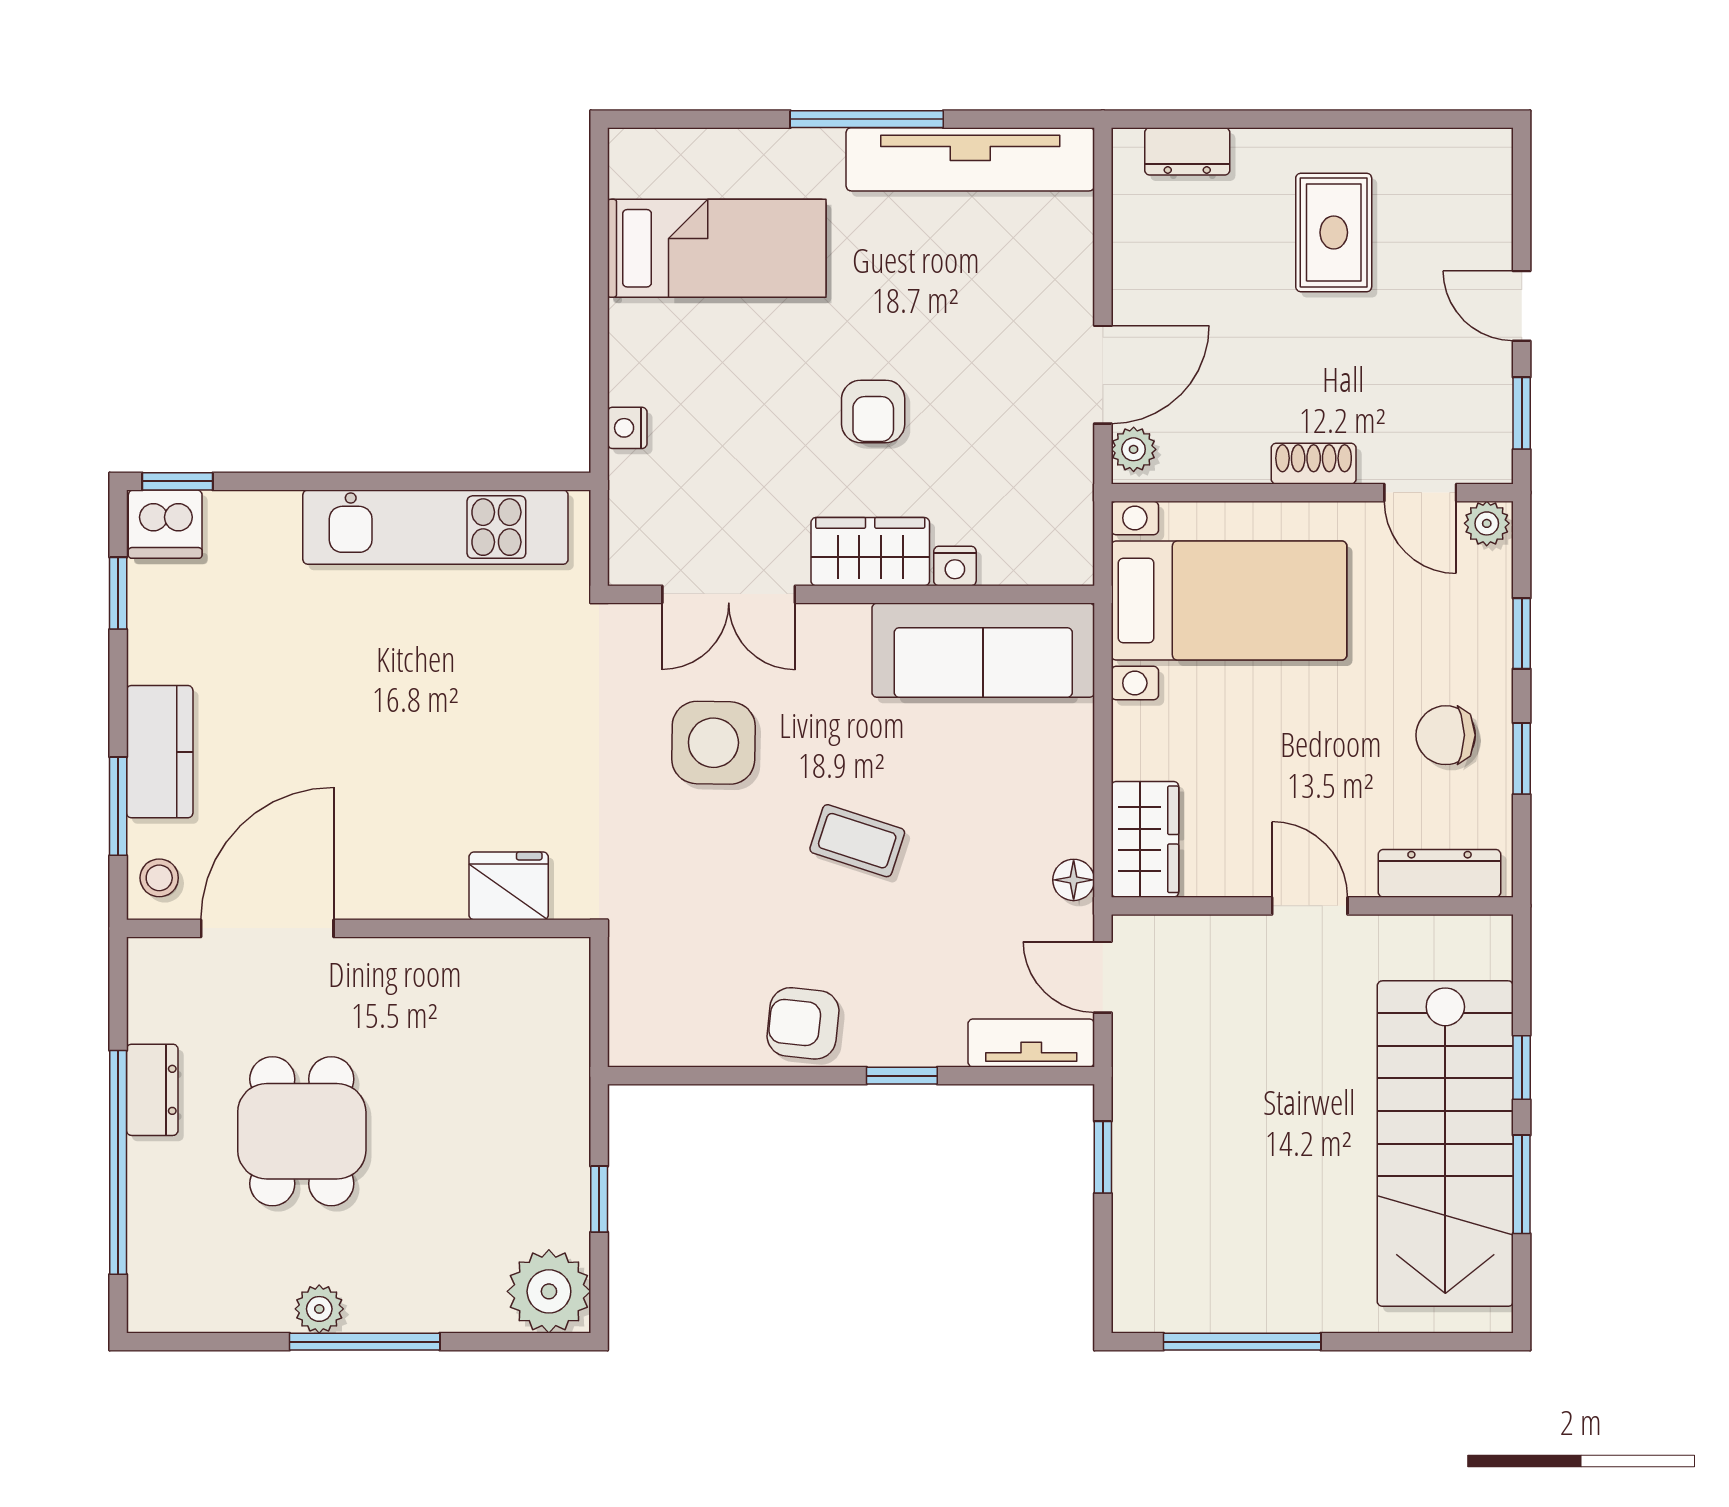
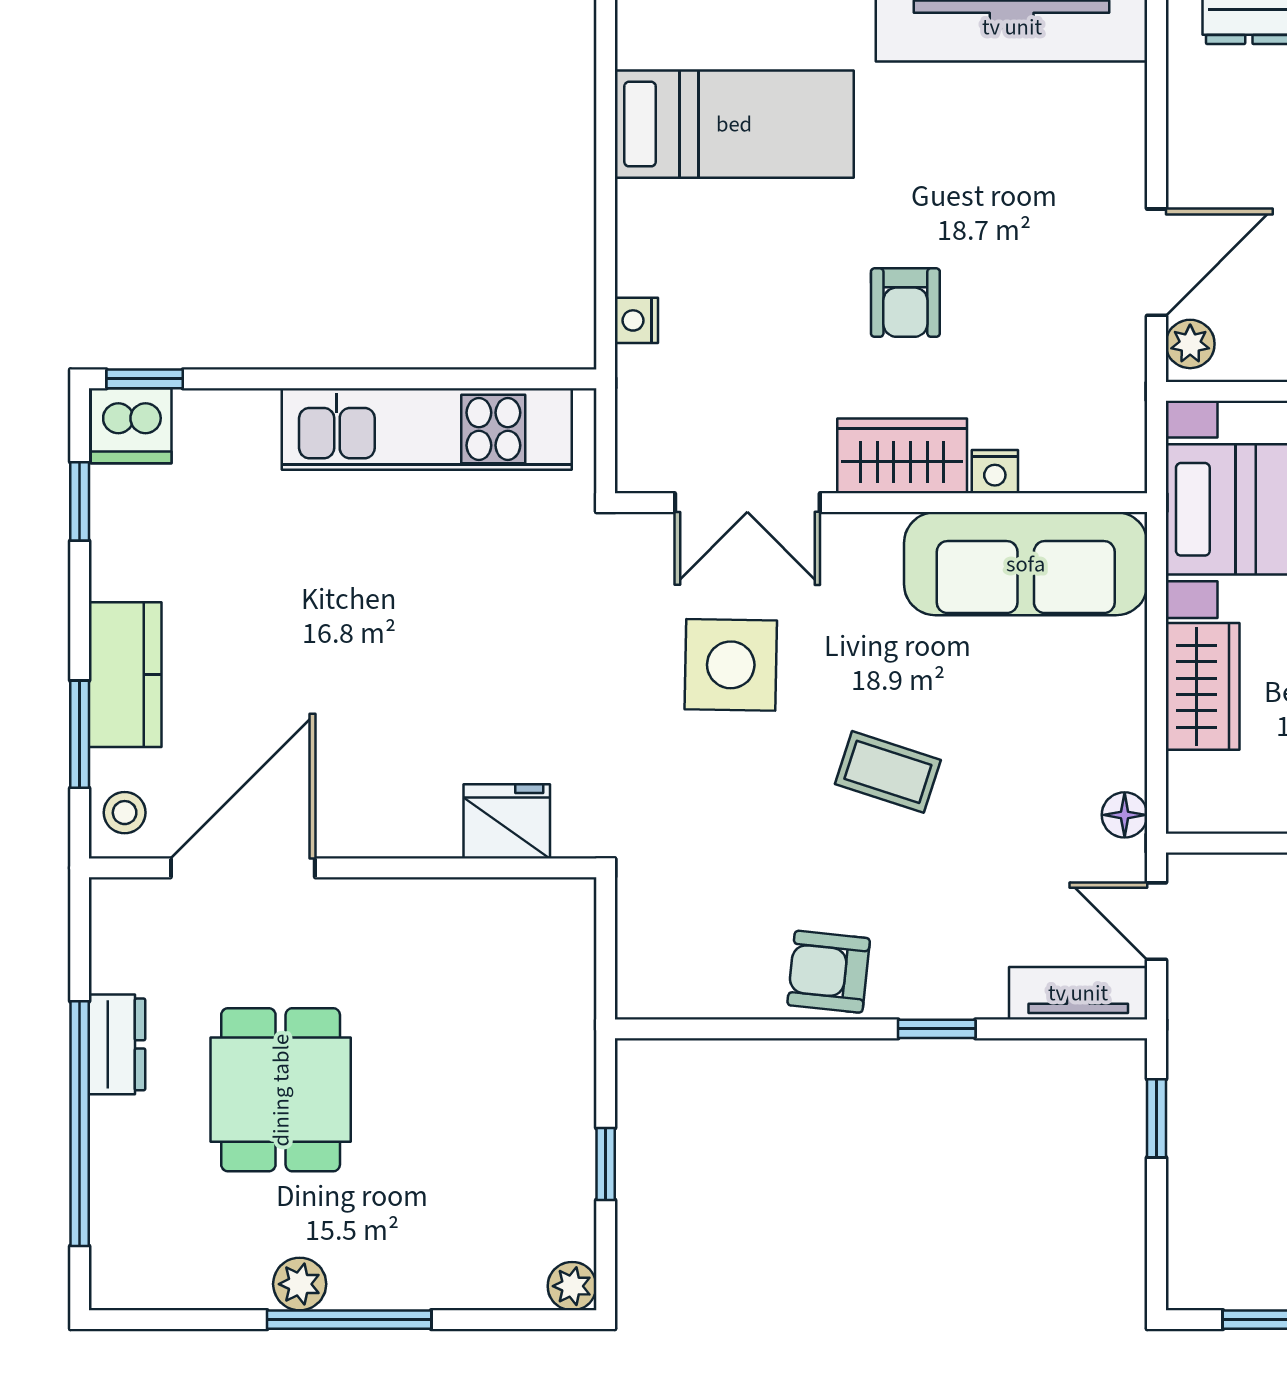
wardrobe: (1145, 839) -> (1203, 686), moved
plant: (549, 1291) -> (572, 1286), width x0.53, depth x0.53

